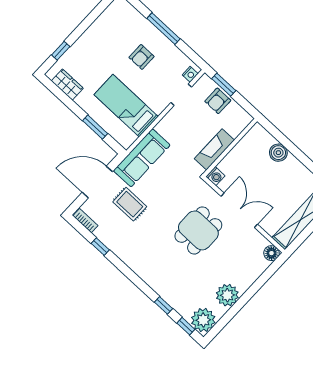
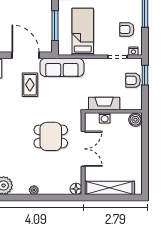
armchair: (142, 57) -> (127, 29), moved
window: (95, 127) -> (55, 26), width x1.44
boiler: (278, 153) -> (135, 120), moved
washing machine: (215, 176) -> (105, 118), moved
plant: (227, 295) -> (34, 190), width x0.53, depth x0.53

